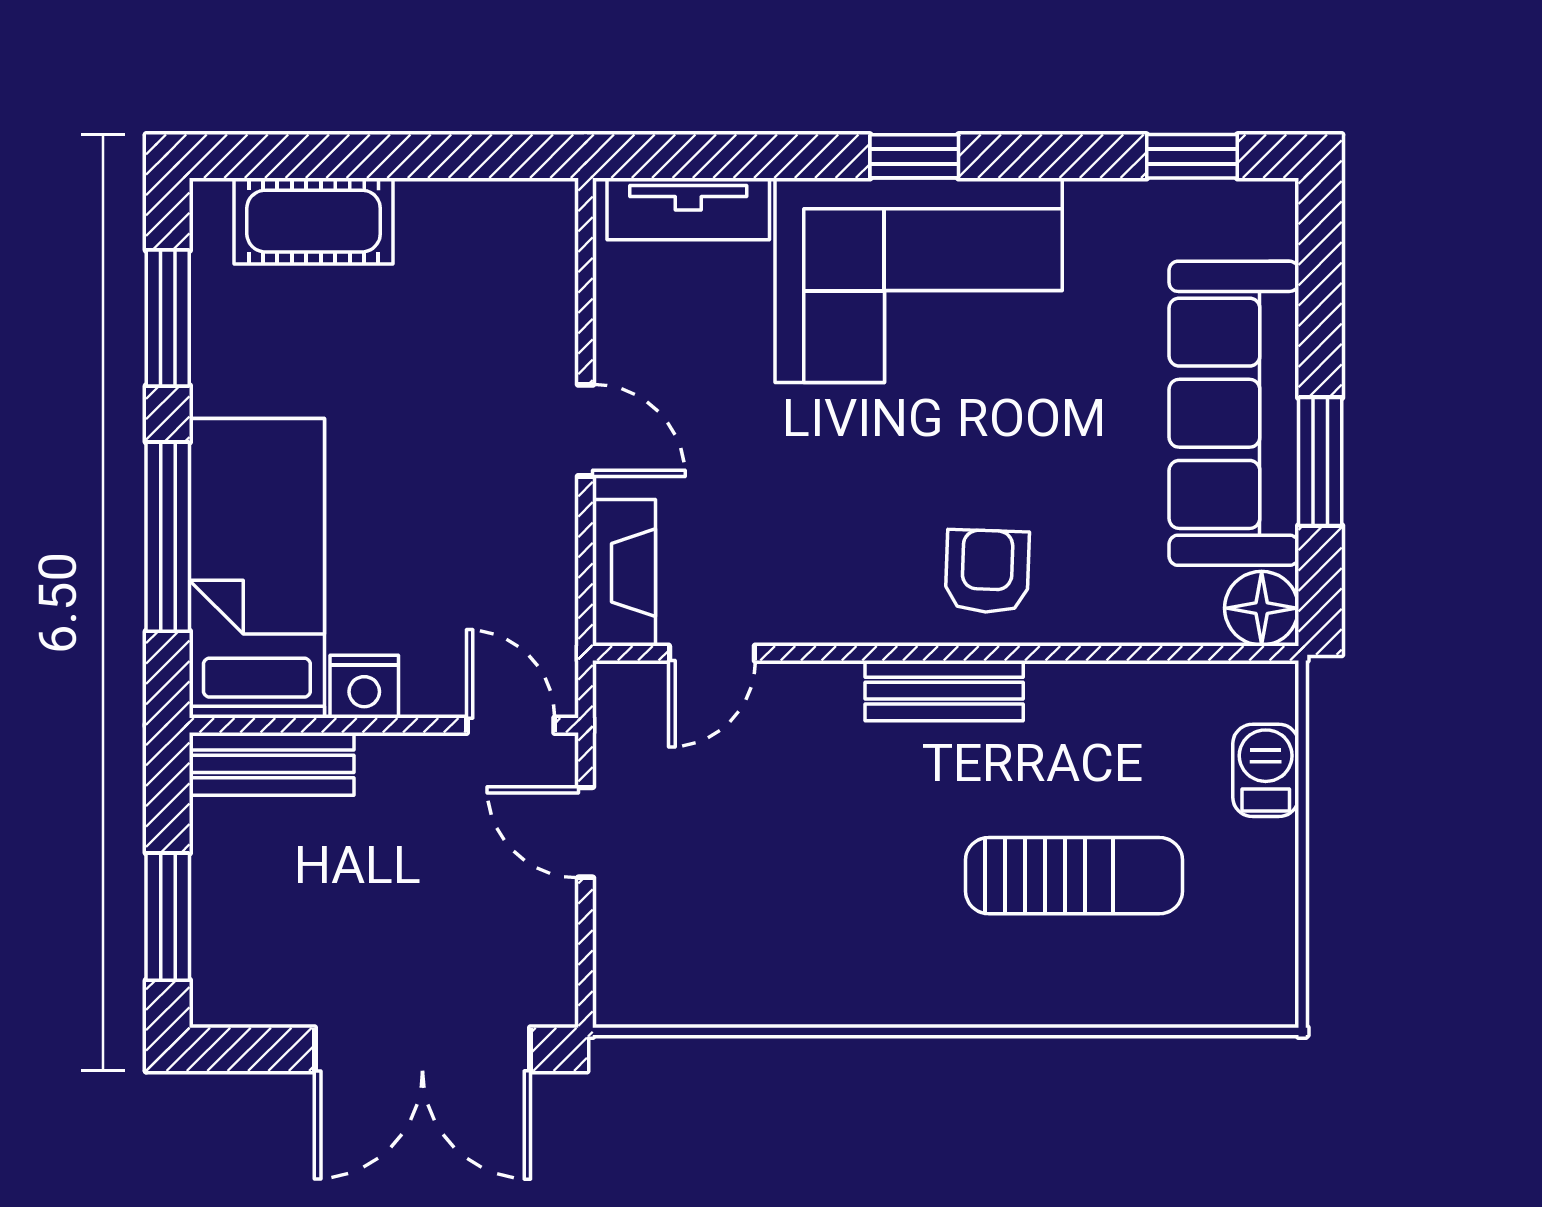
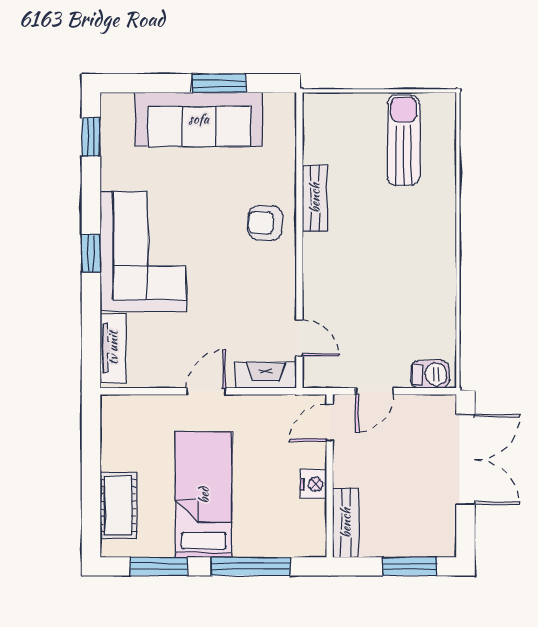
bed: (257, 568) -> (204, 495), moved, turned 90
floor lamp: (1262, 608) -> (280, 108), removed
bench: (944, 691) -> (315, 198), moved
barbecue: (1266, 770) -> (430, 374), moved, turned 180
sun lounger: (1074, 876) -> (404, 140), moved

